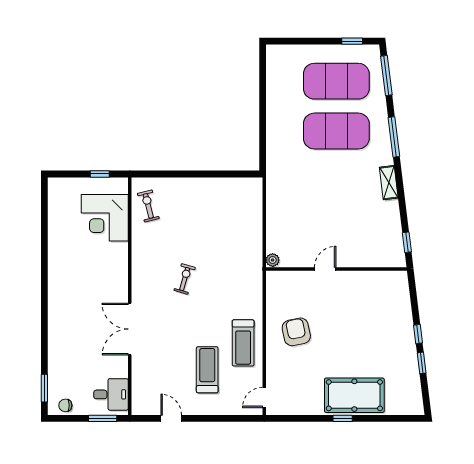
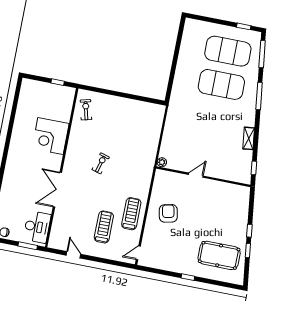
shelving: (389, 183) -> (249, 138), moved
corner desk: (105, 218) -> (51, 136), moved
treadmill: (243, 343) -> (131, 214), turned 180
desk: (111, 394) -> (37, 227), width x1.37
pool table: (354, 395) -> (219, 255), moved

